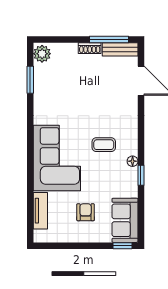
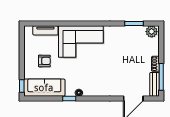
coffee table: (104, 145) -> (90, 73), removed
sofa: (125, 220) -> (44, 88), width x1.36

